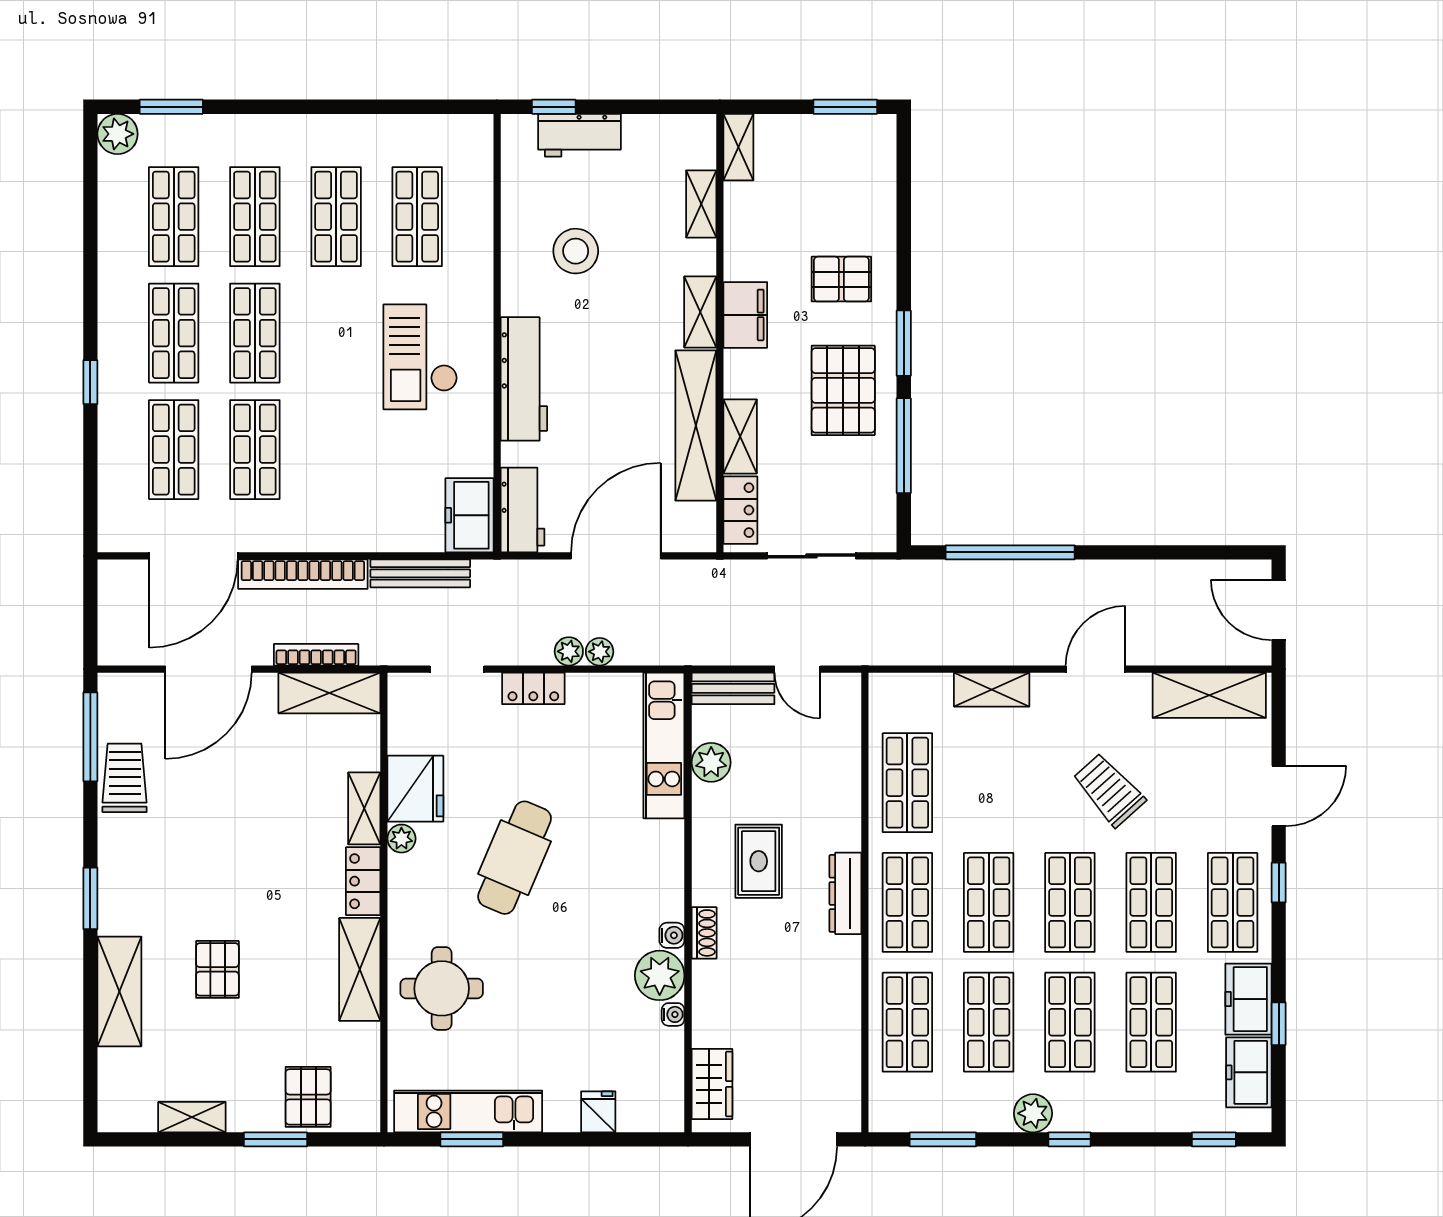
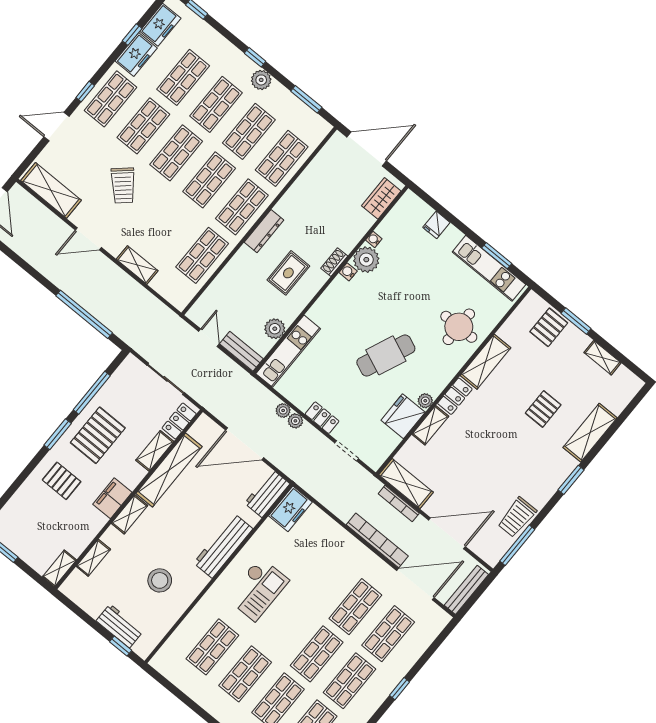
bench: (420, 573) -> (466, 590), moved, turned 90

